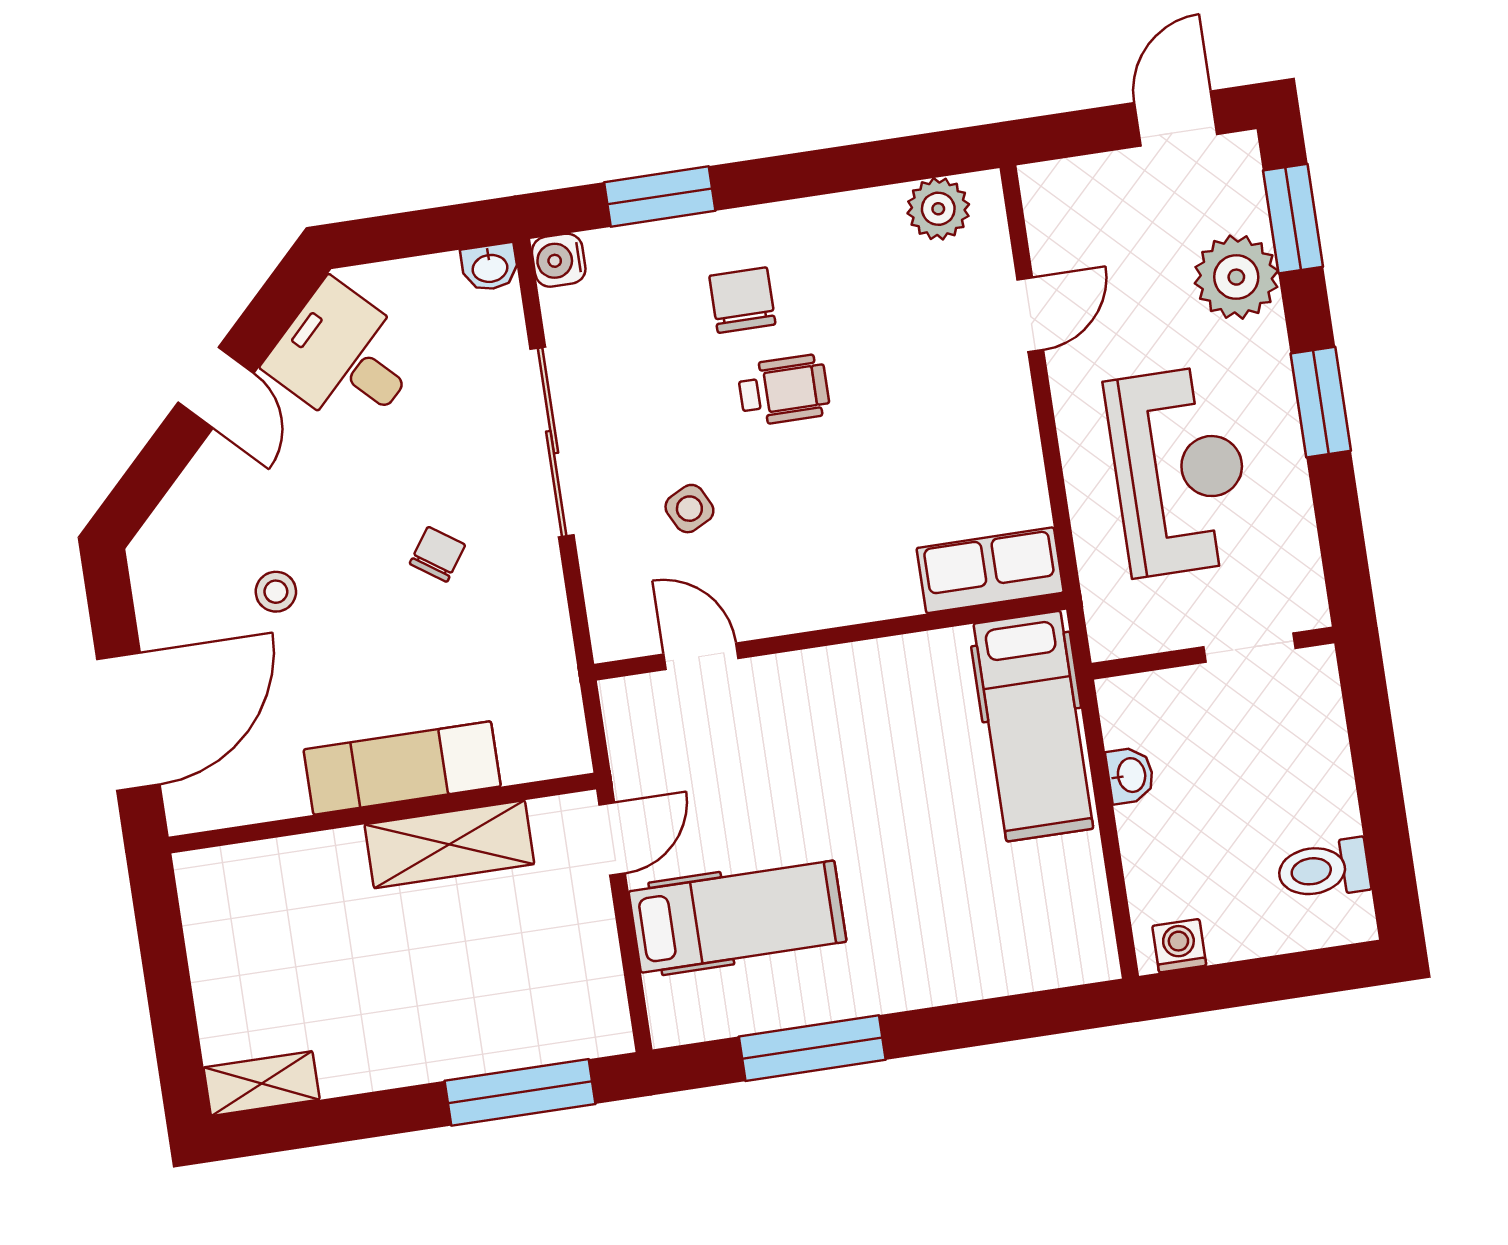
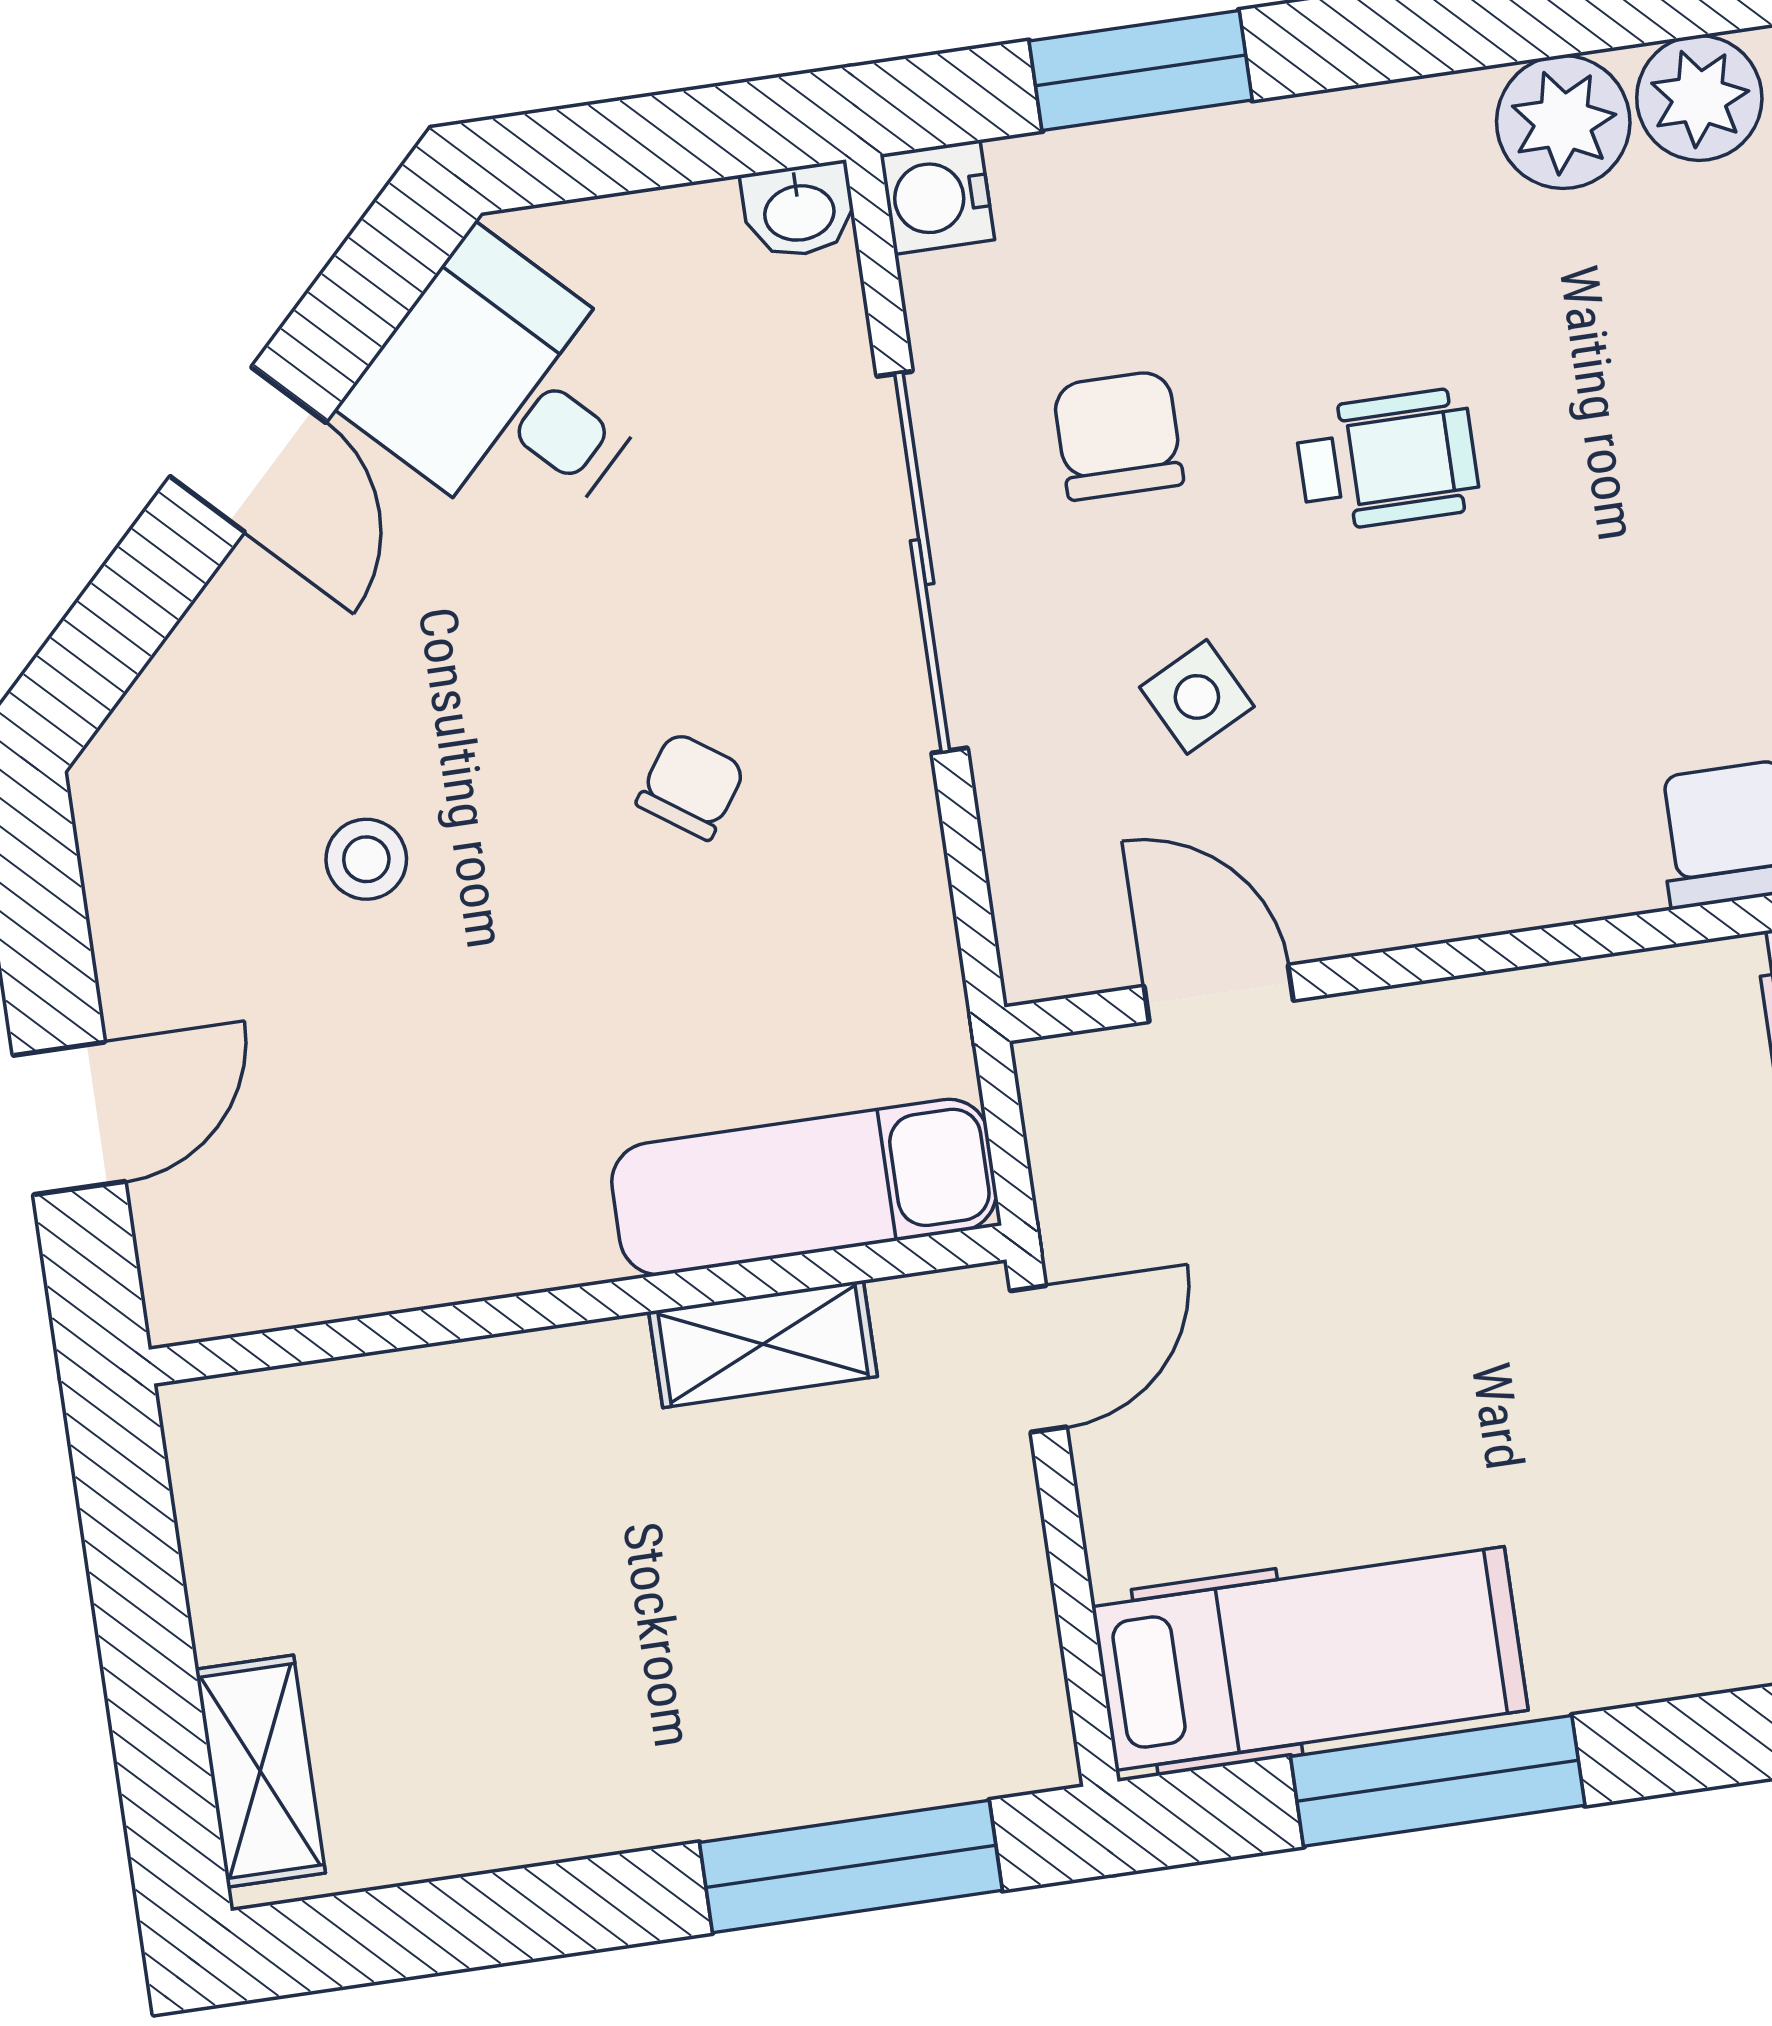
plant: (870, 221) -> (1563, 122), added
chair: (742, 300) -> (1118, 435), moved
door: (128, 722) -> (69, 1118), width x0.53
exam couch: (402, 768) -> (804, 1187), moved
shelving: (449, 844) -> (763, 1344), width x0.67, depth x0.75
hospital bed: (738, 917) -> (1310, 1659), moved
shelving: (262, 1084) -> (260, 1771), moved, turned 90

